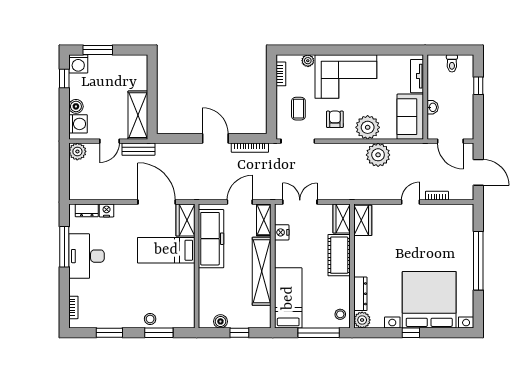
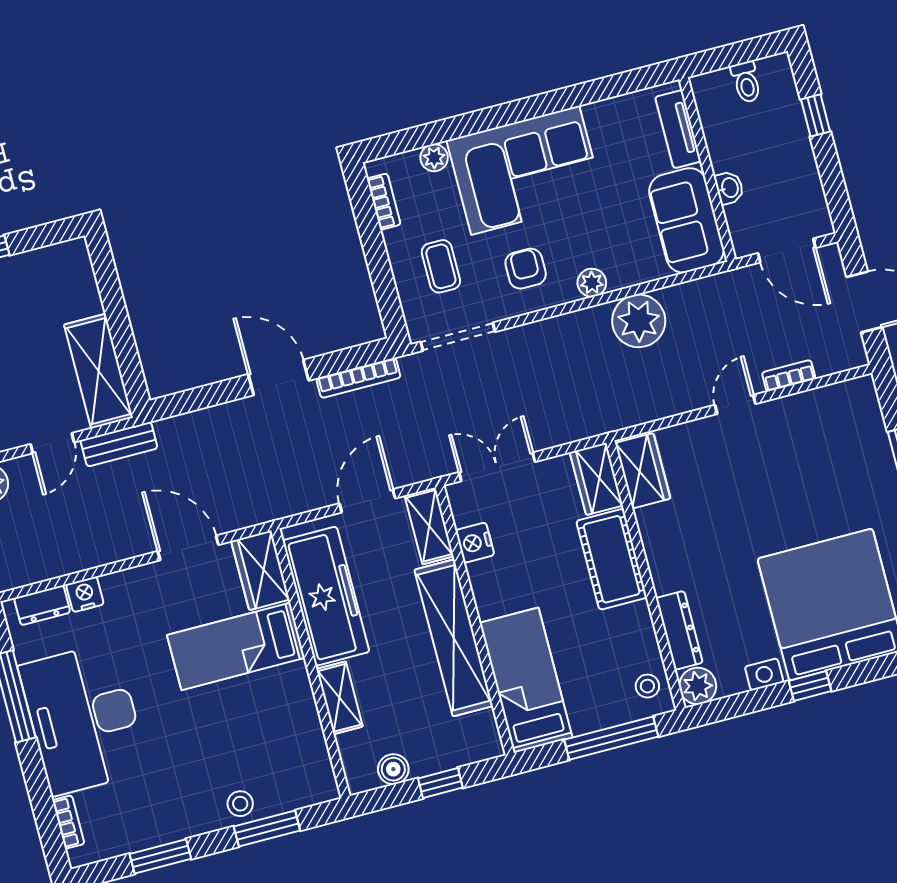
plant: (368, 127) -> (592, 283), width x0.53, depth x0.53
door: (157, 202) -> (188, 548), width x0.73
desk: (86, 256) -> (84, 719), width x1.36, depth x1.30
shelving: (205, 284) -> (339, 698), added

